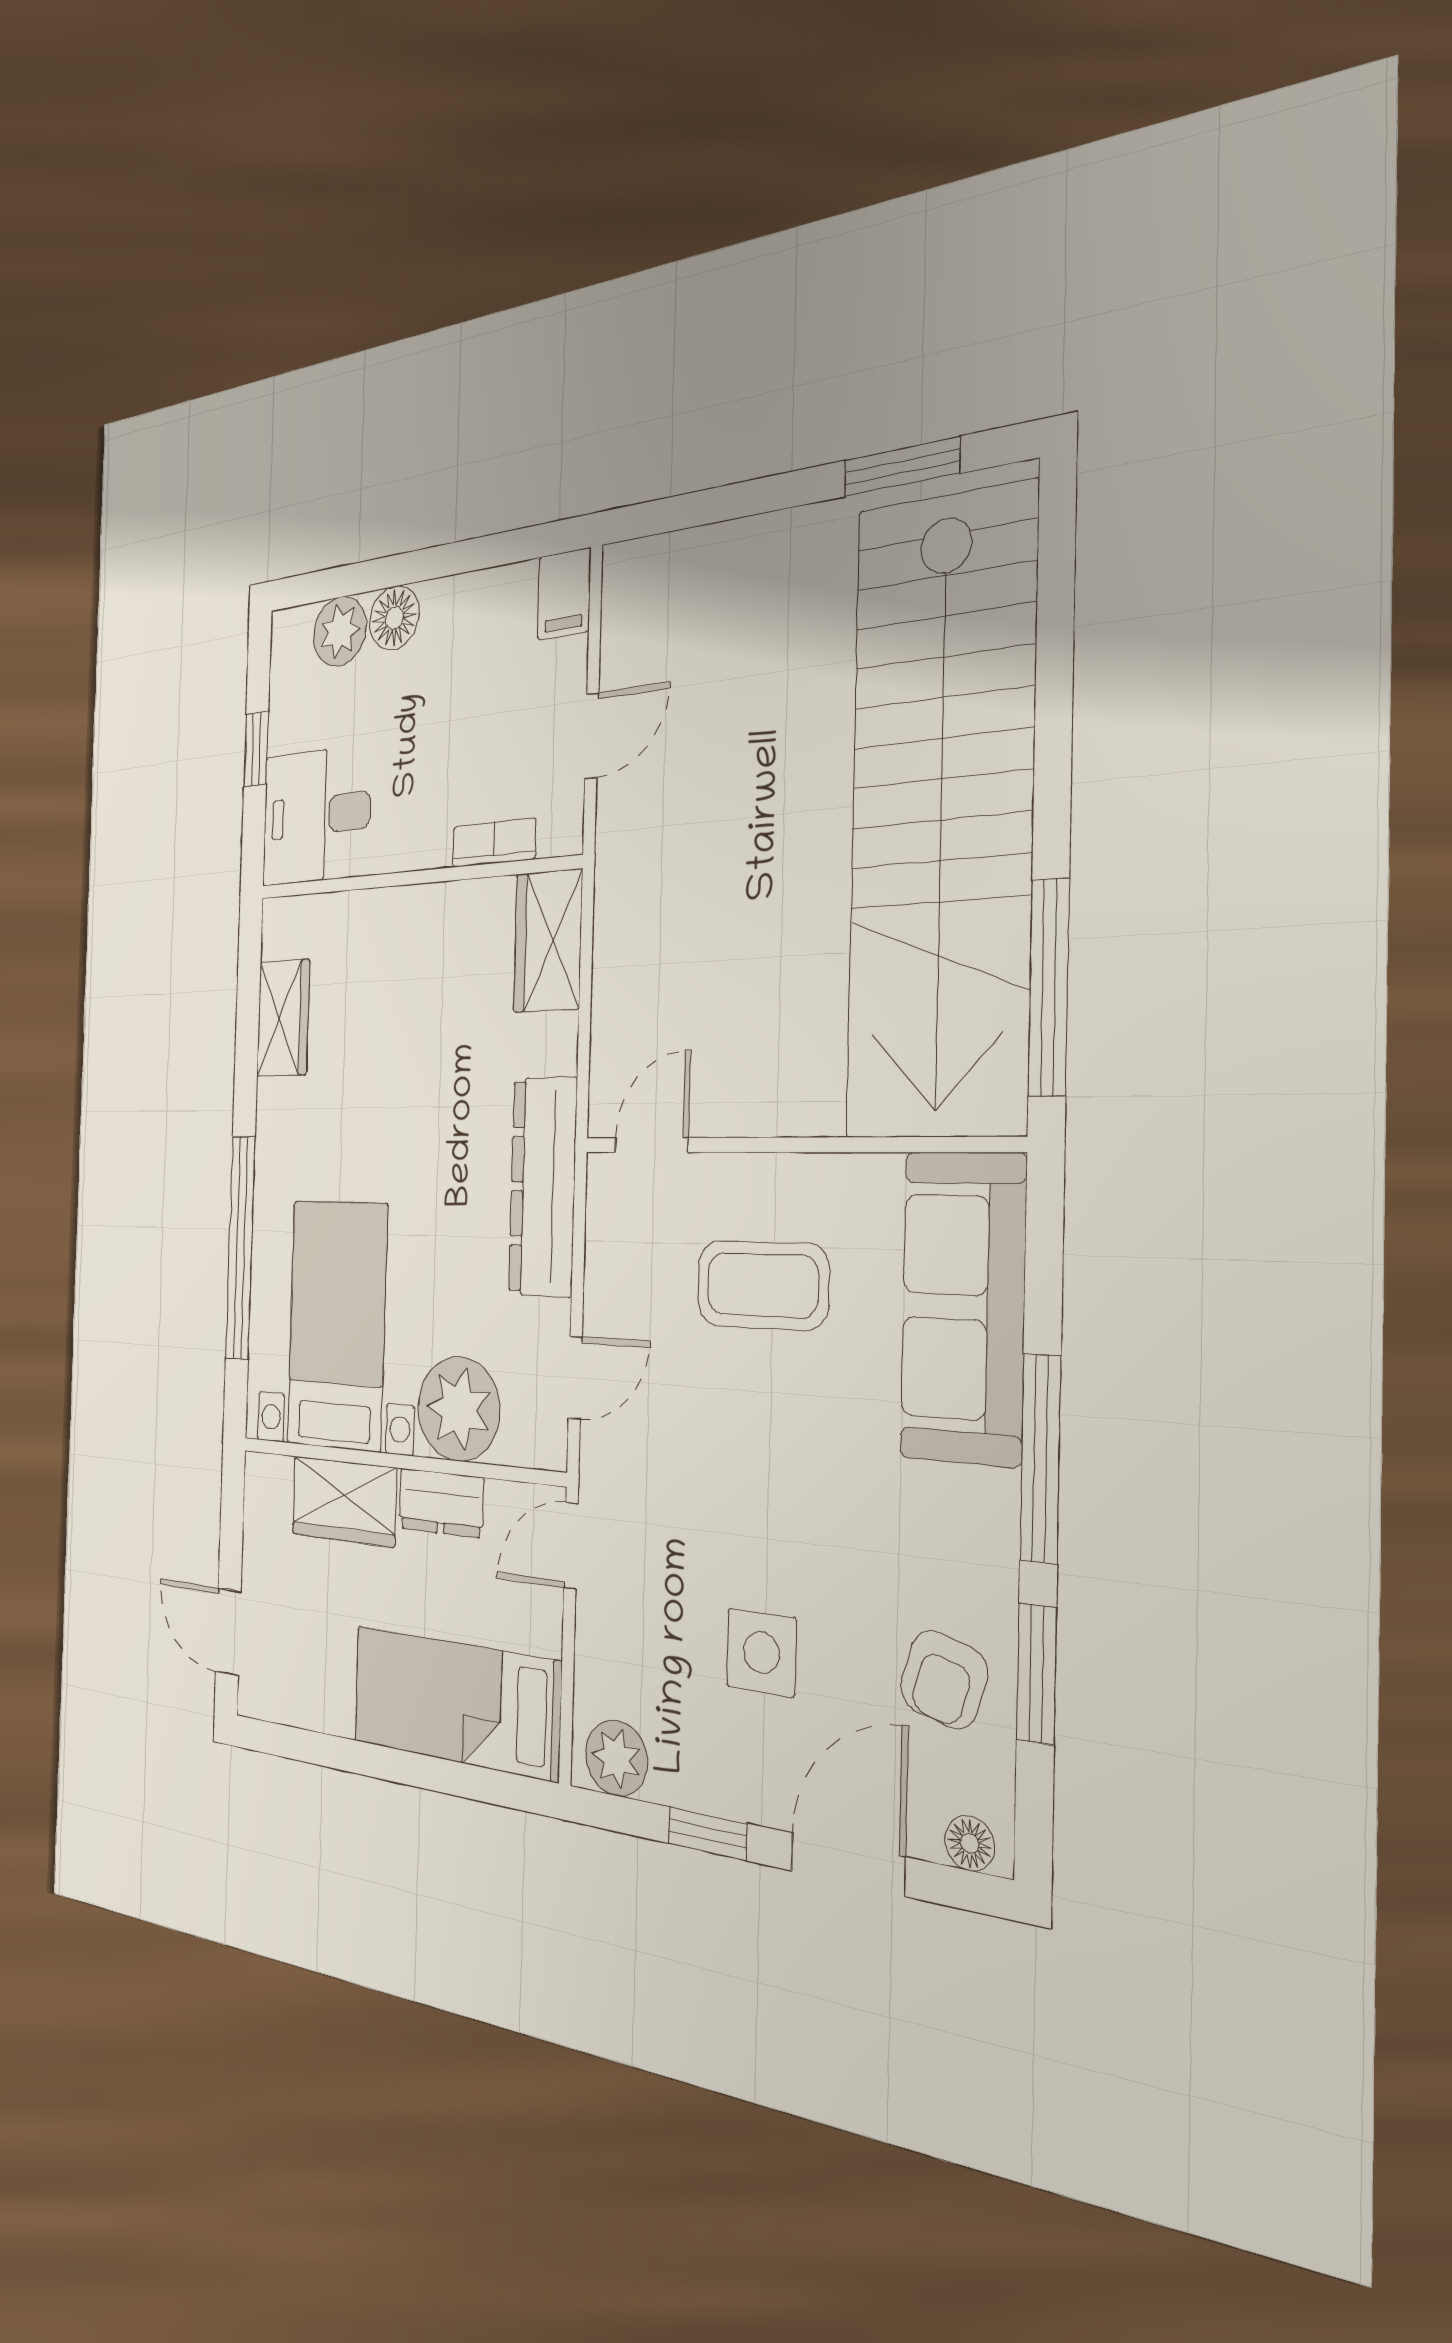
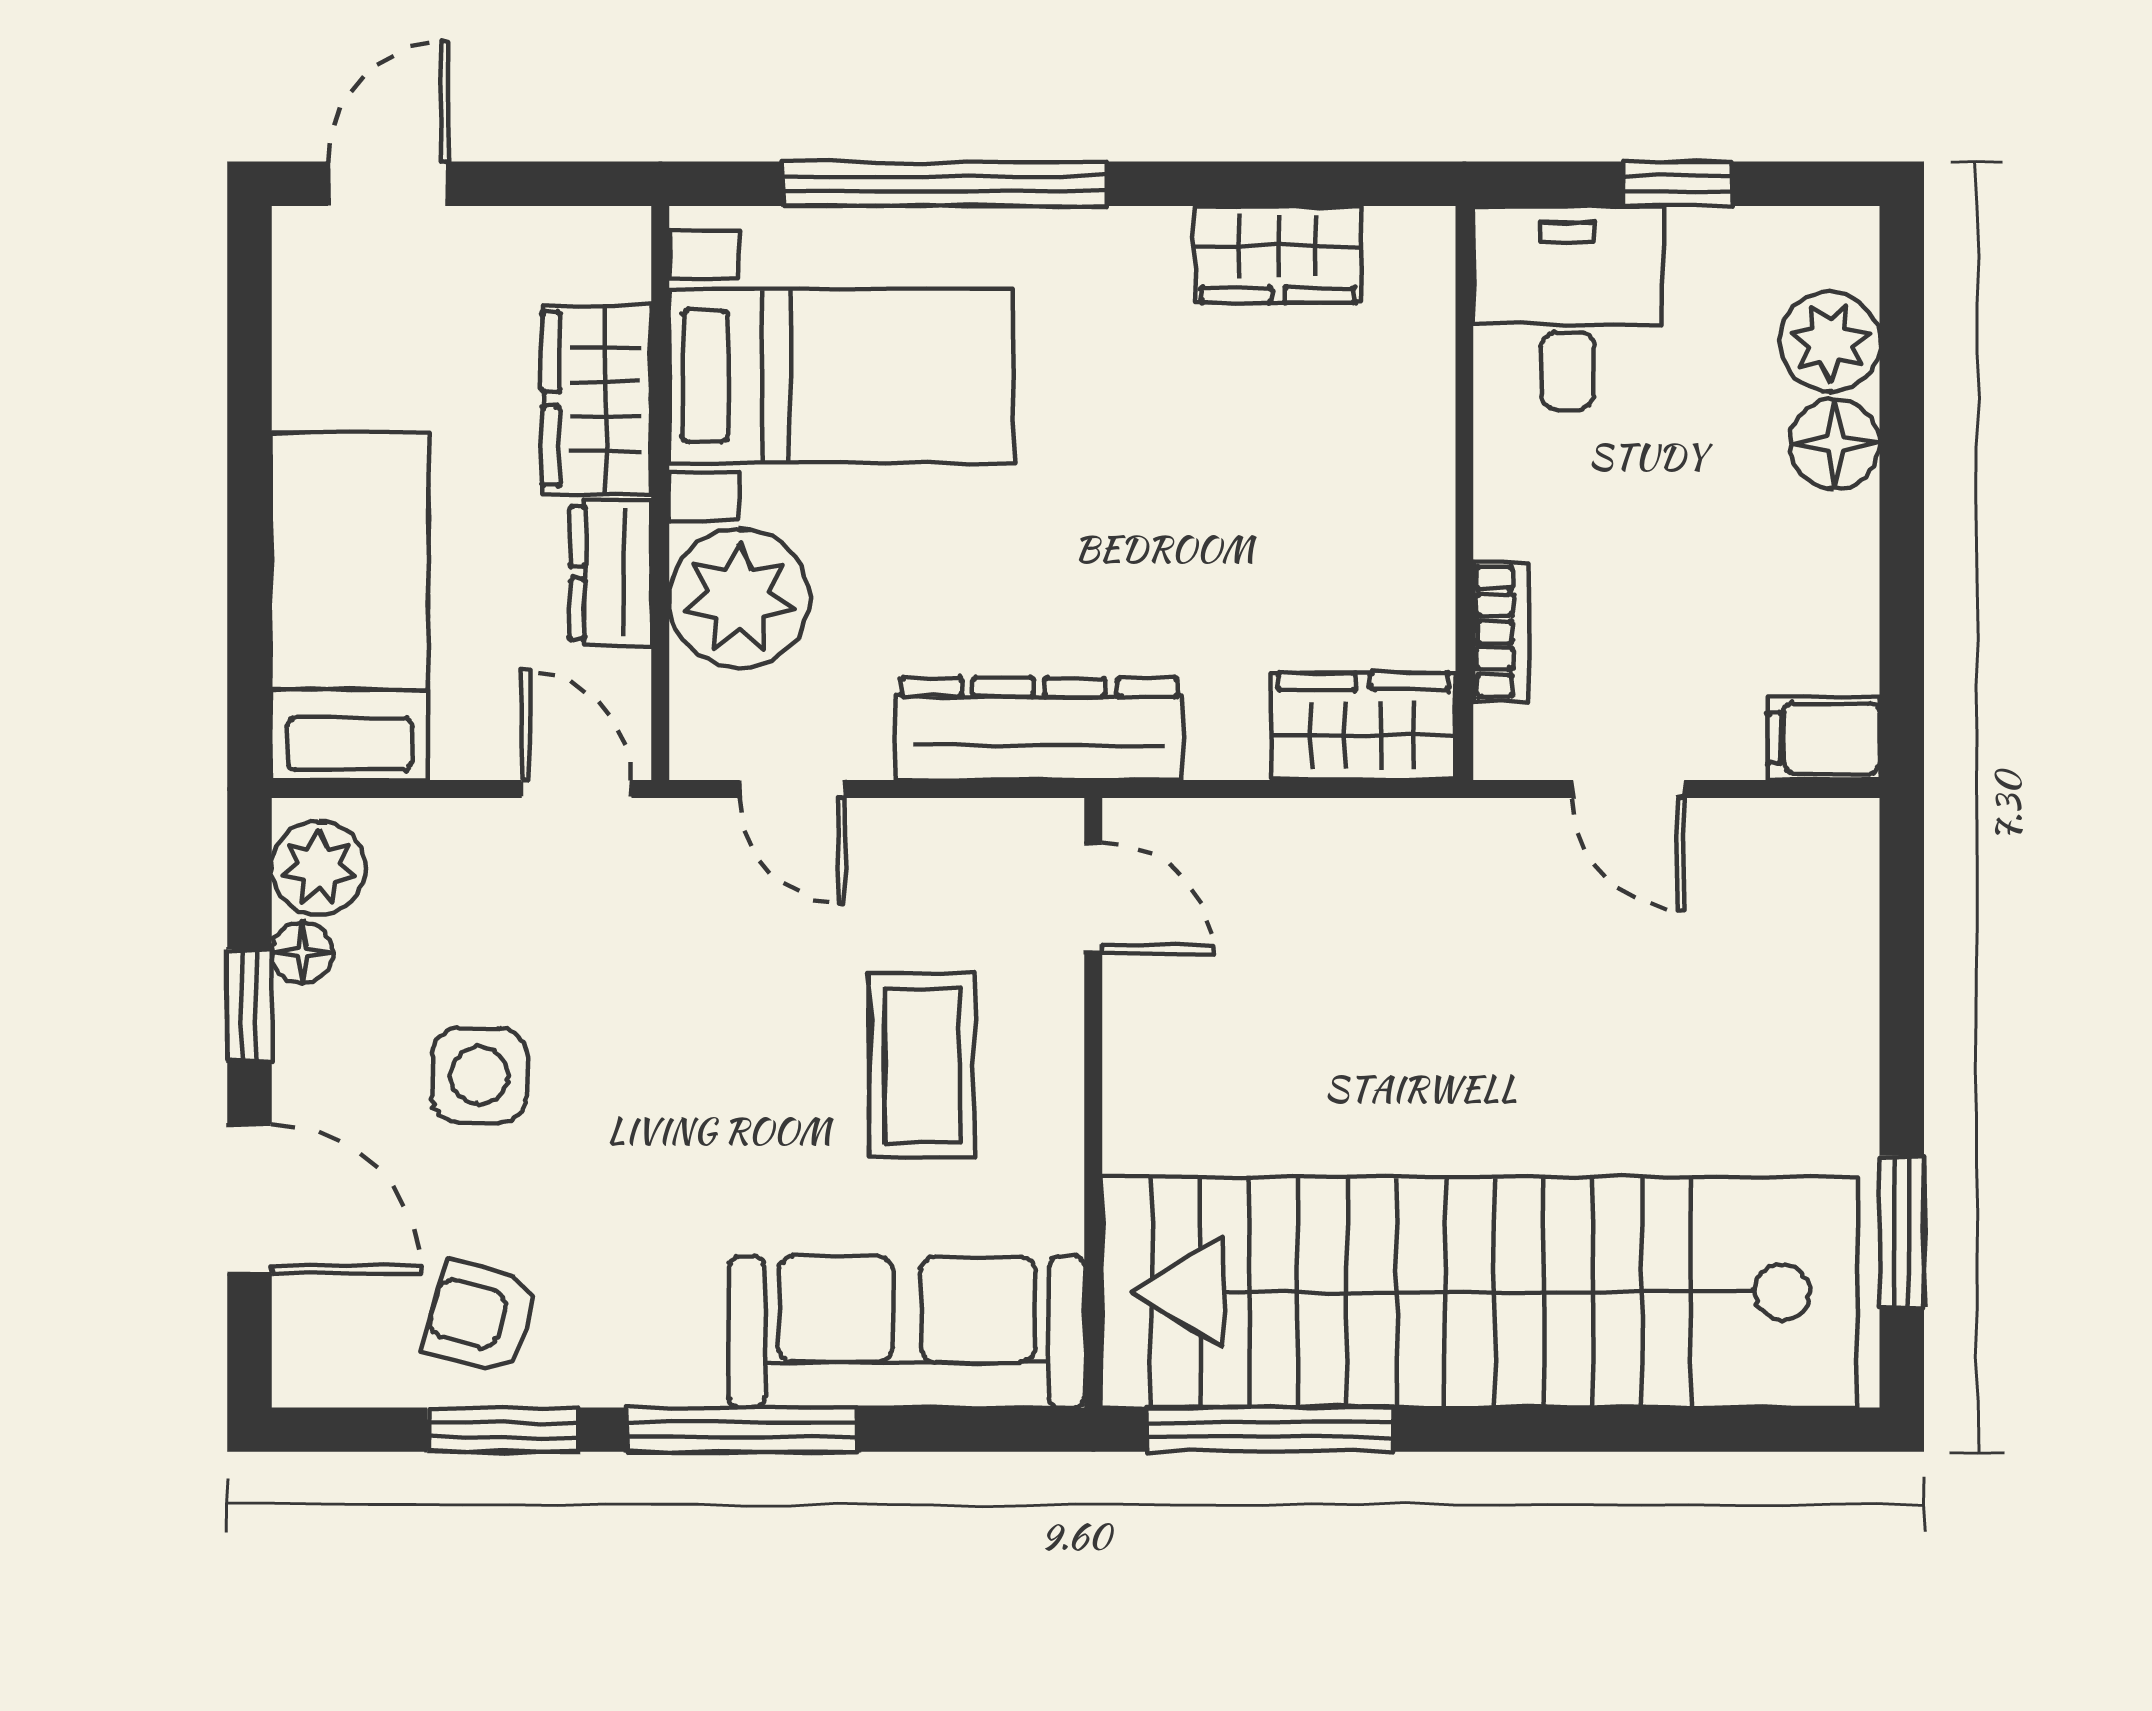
floor lamp: (970, 1843) -> (302, 952), moved

